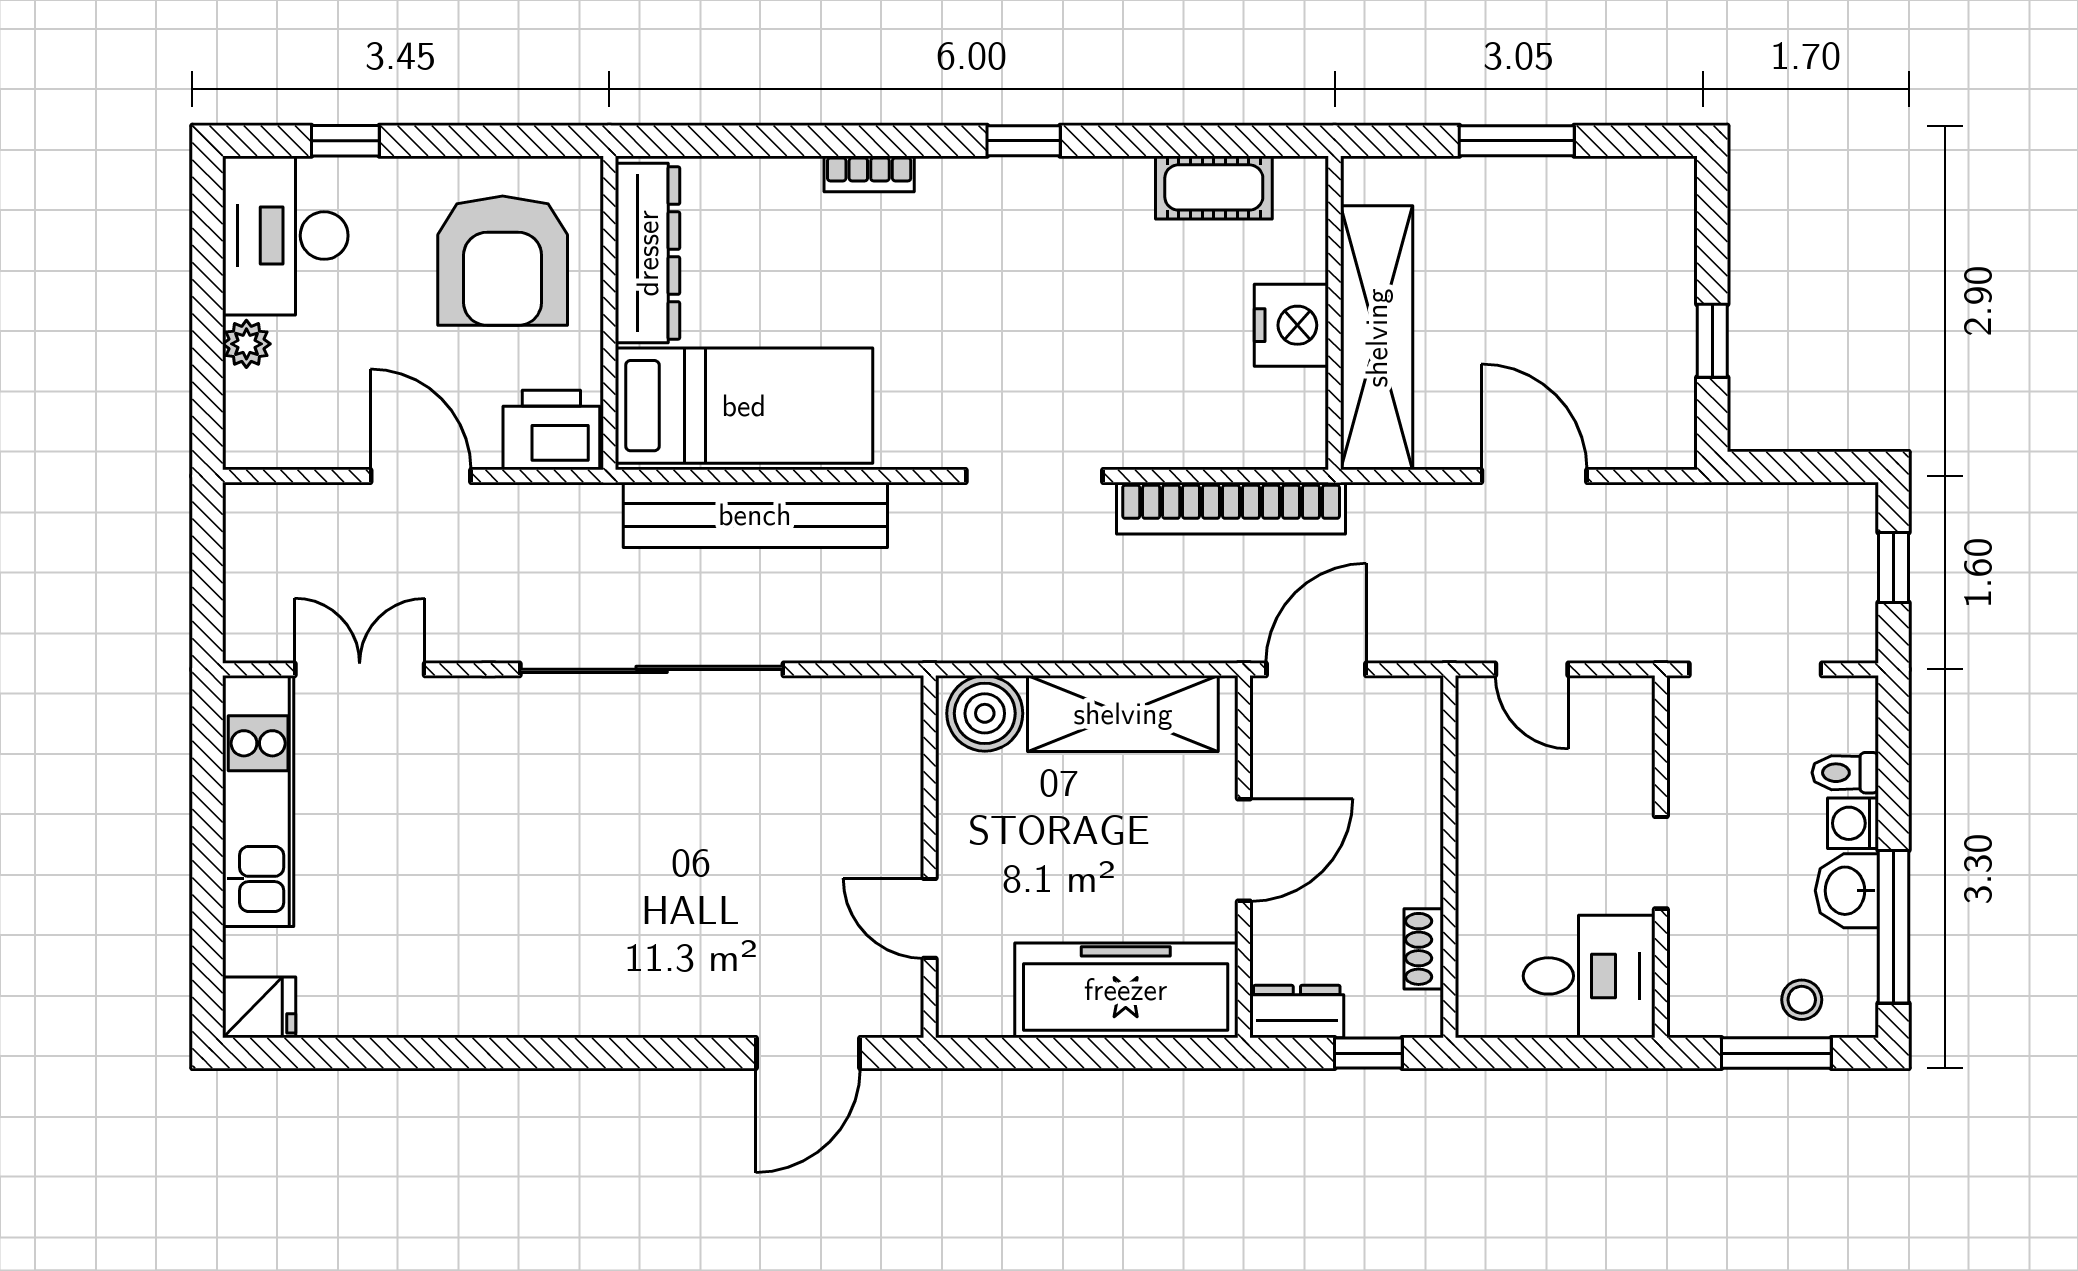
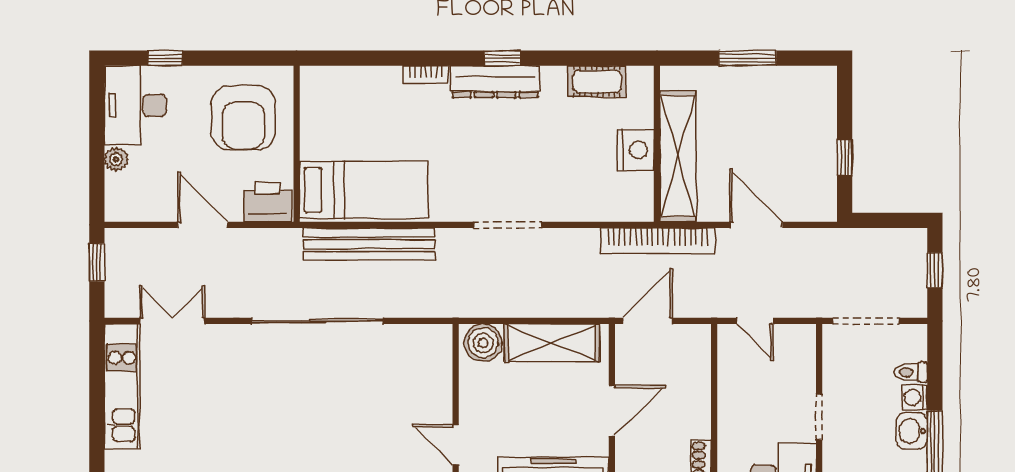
dresser: (648, 253) -> (495, 82), moved, turned 90
bookcase: (1231, 508) -> (658, 241), moved
window: (208, 551) -> (97, 262), added

